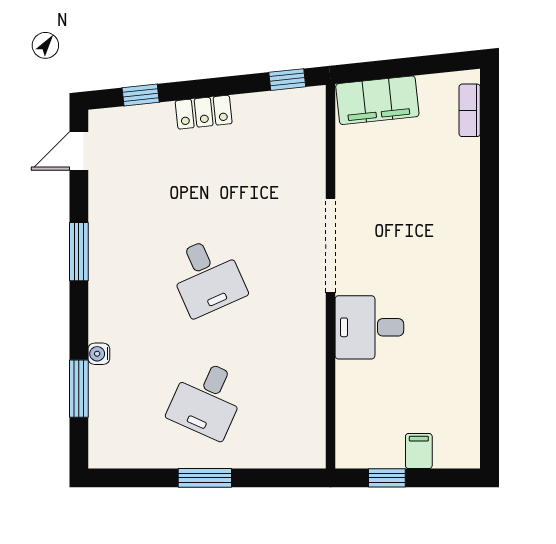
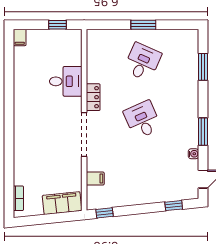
locker: (204, 112) -> (93, 97), moved, turned 96
filing cabinet: (307, 152) -> (95, 179), added
desk: (369, 327) -> (66, 81), moved
water cooler: (99, 354) -> (193, 154), moved
filing cabinet: (419, 451) -> (20, 37), moved

